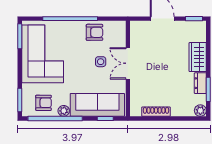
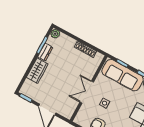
double door: (128, 63) -> (87, 92), swing flipped

